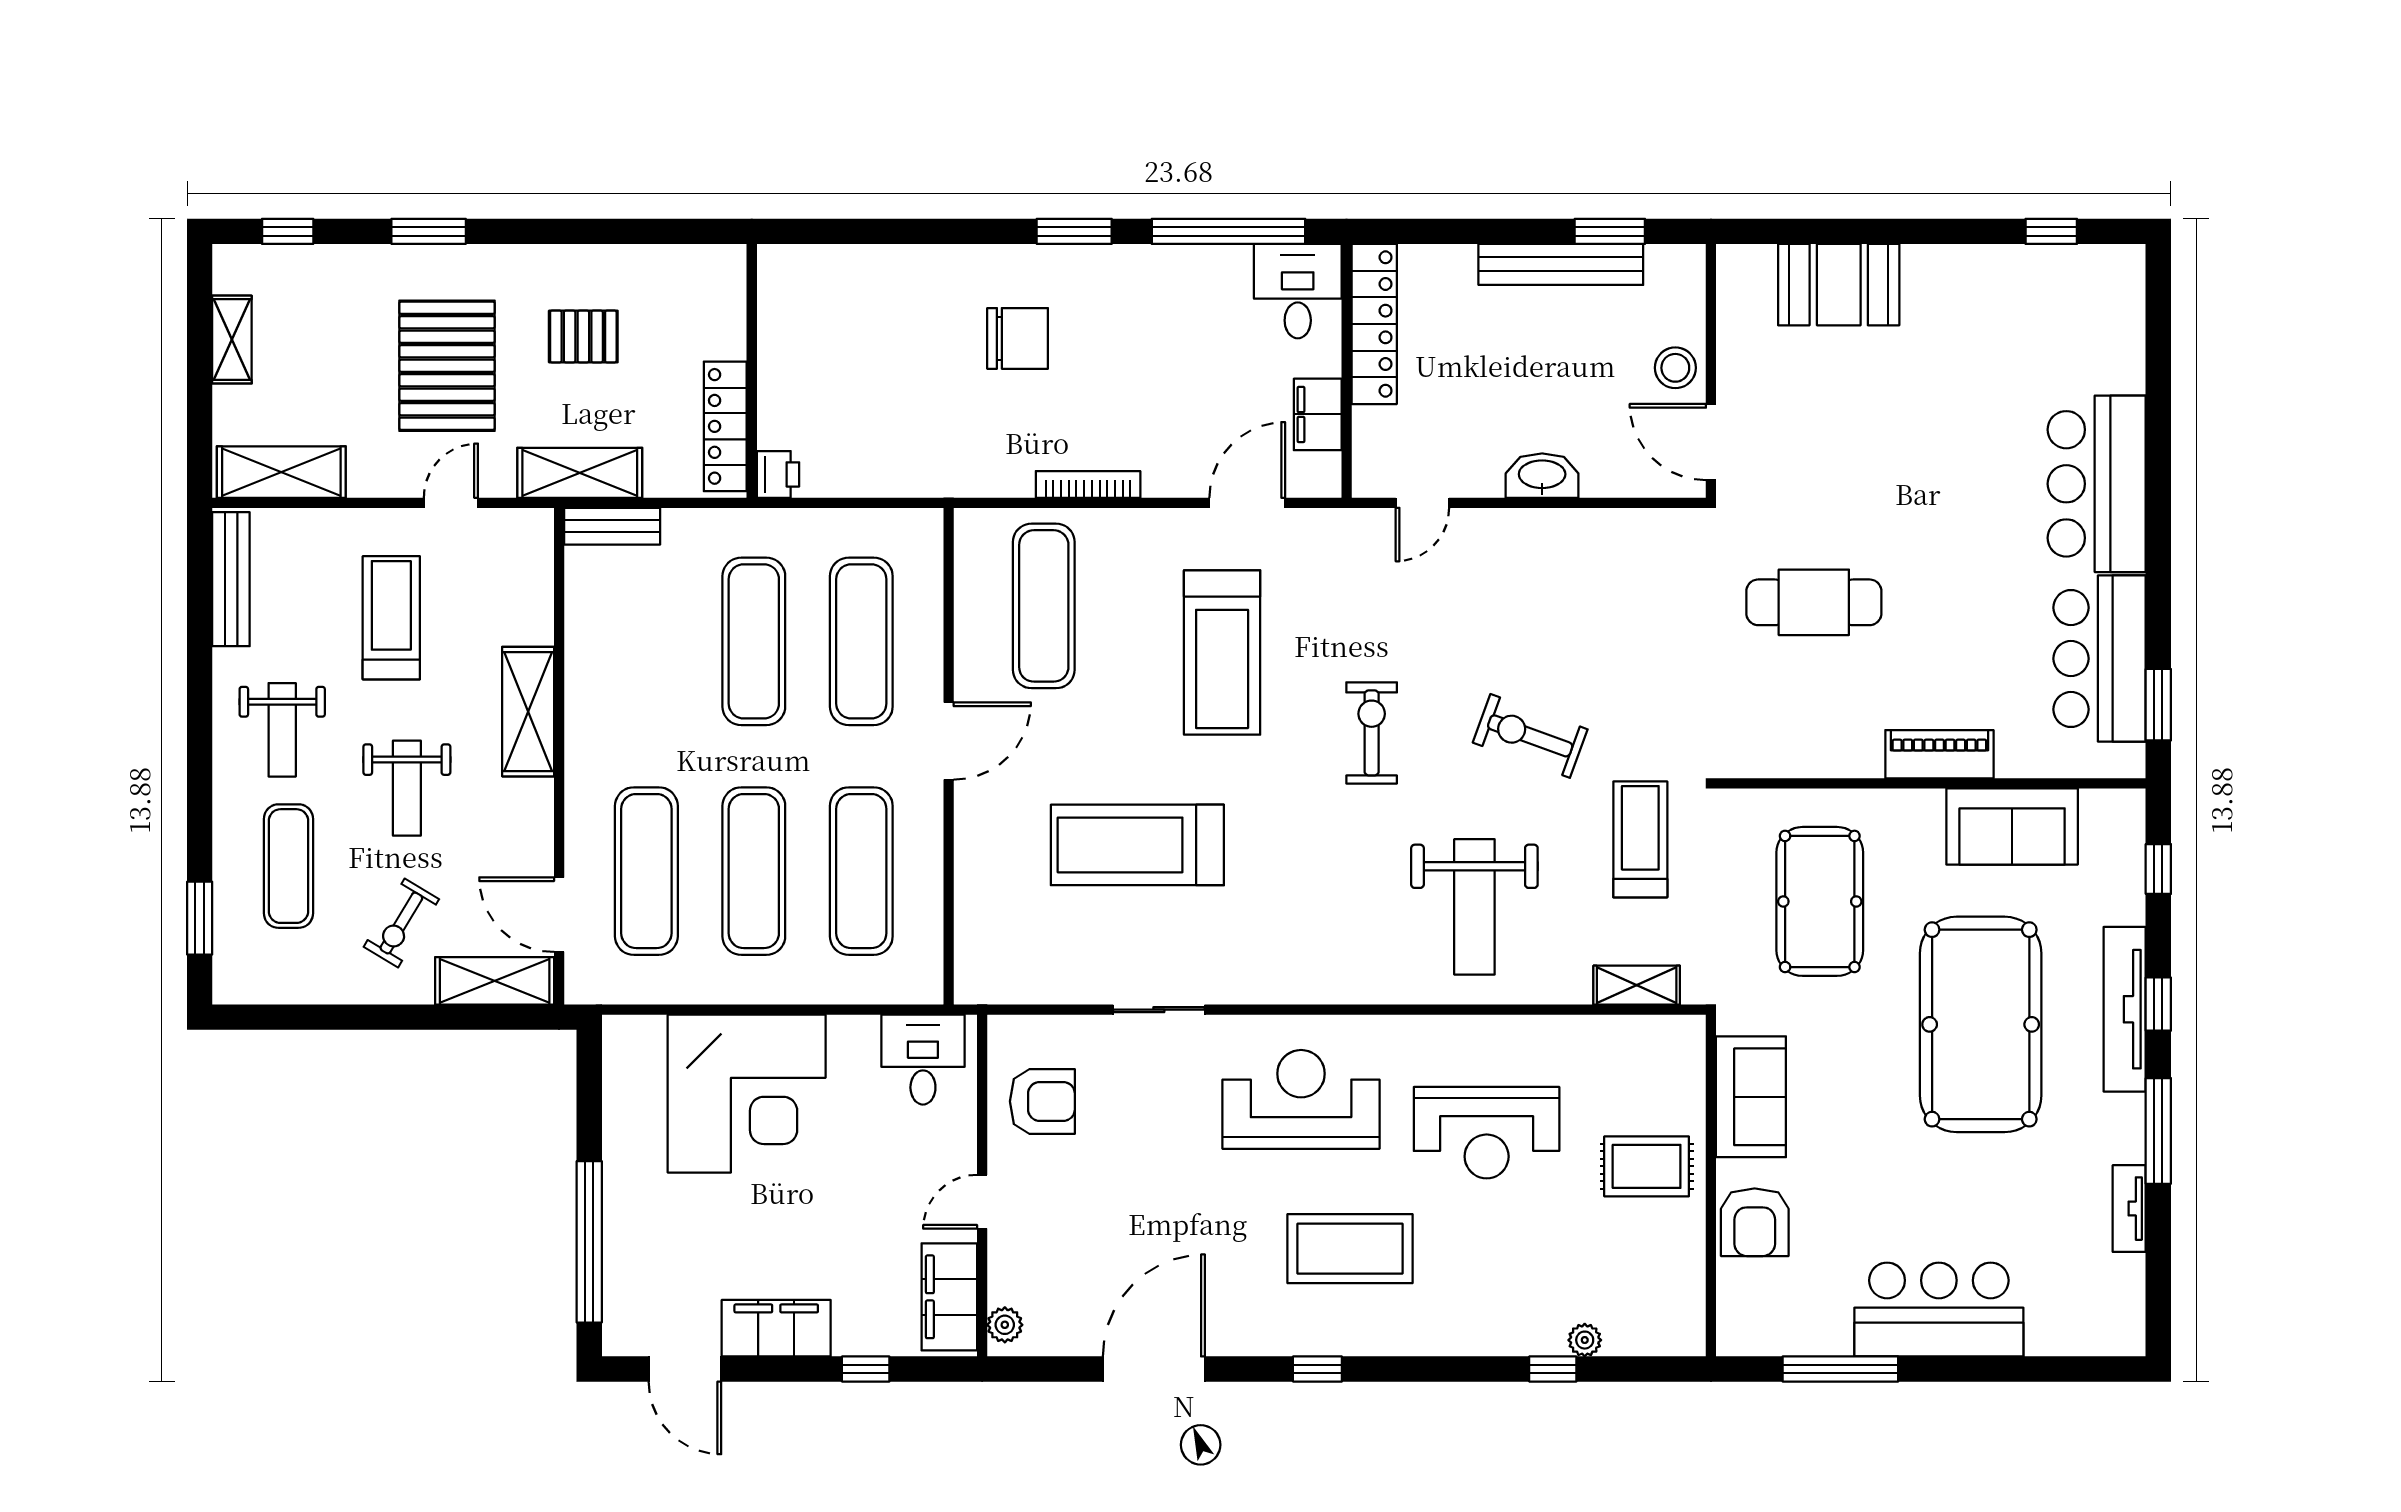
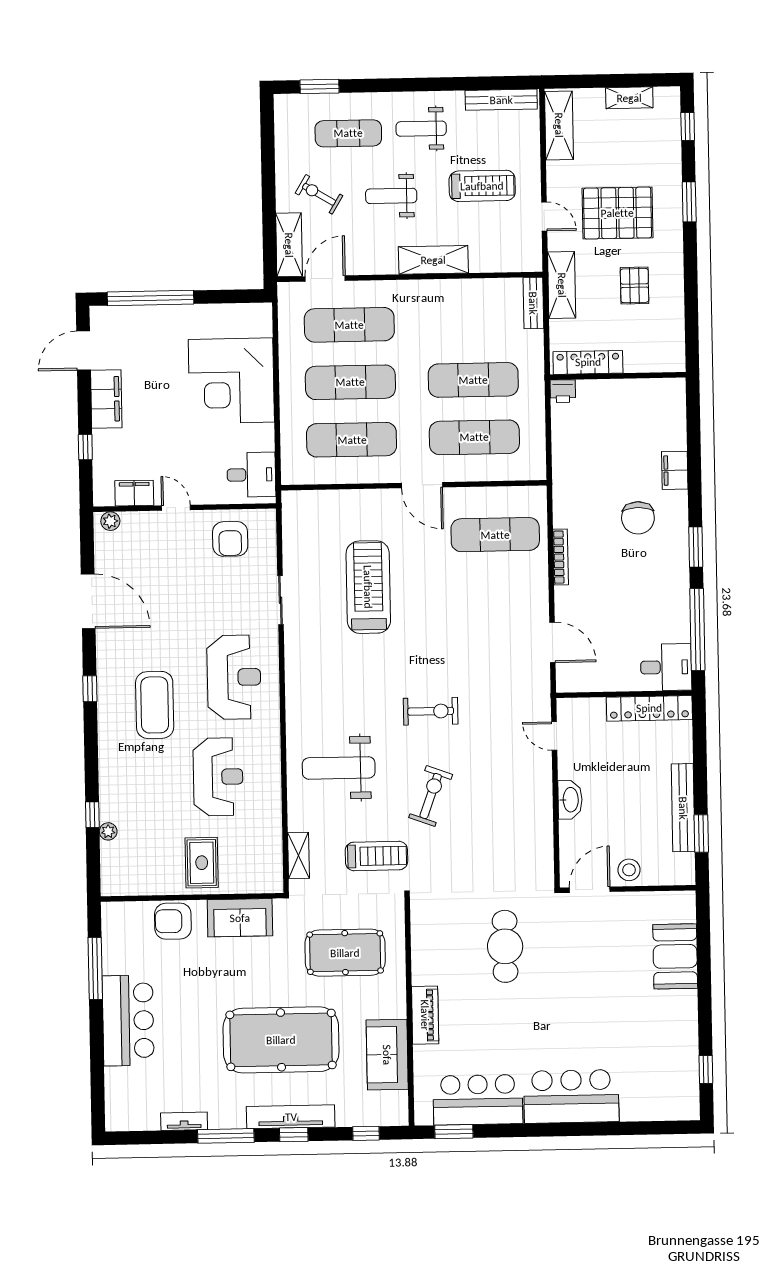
filing cabinet: (1318, 414) -> (675, 470), moved, turned -90
treadmill: (1222, 652) -> (472, 630), removed
reception desk: (1487, 1133) -> (218, 777), turned 180
filing cabinet: (949, 1297) -> (134, 493), width x0.67, depth x0.86

